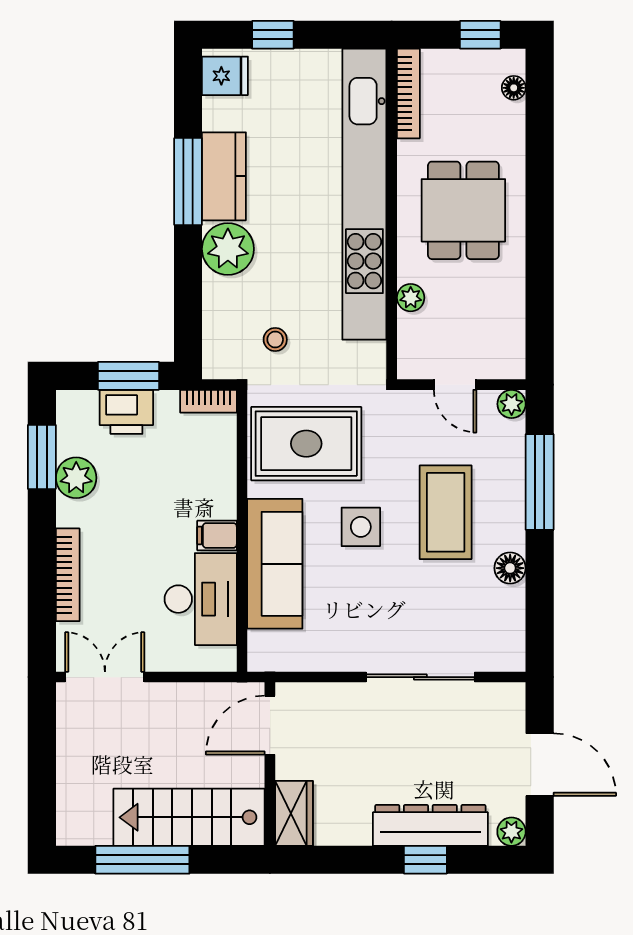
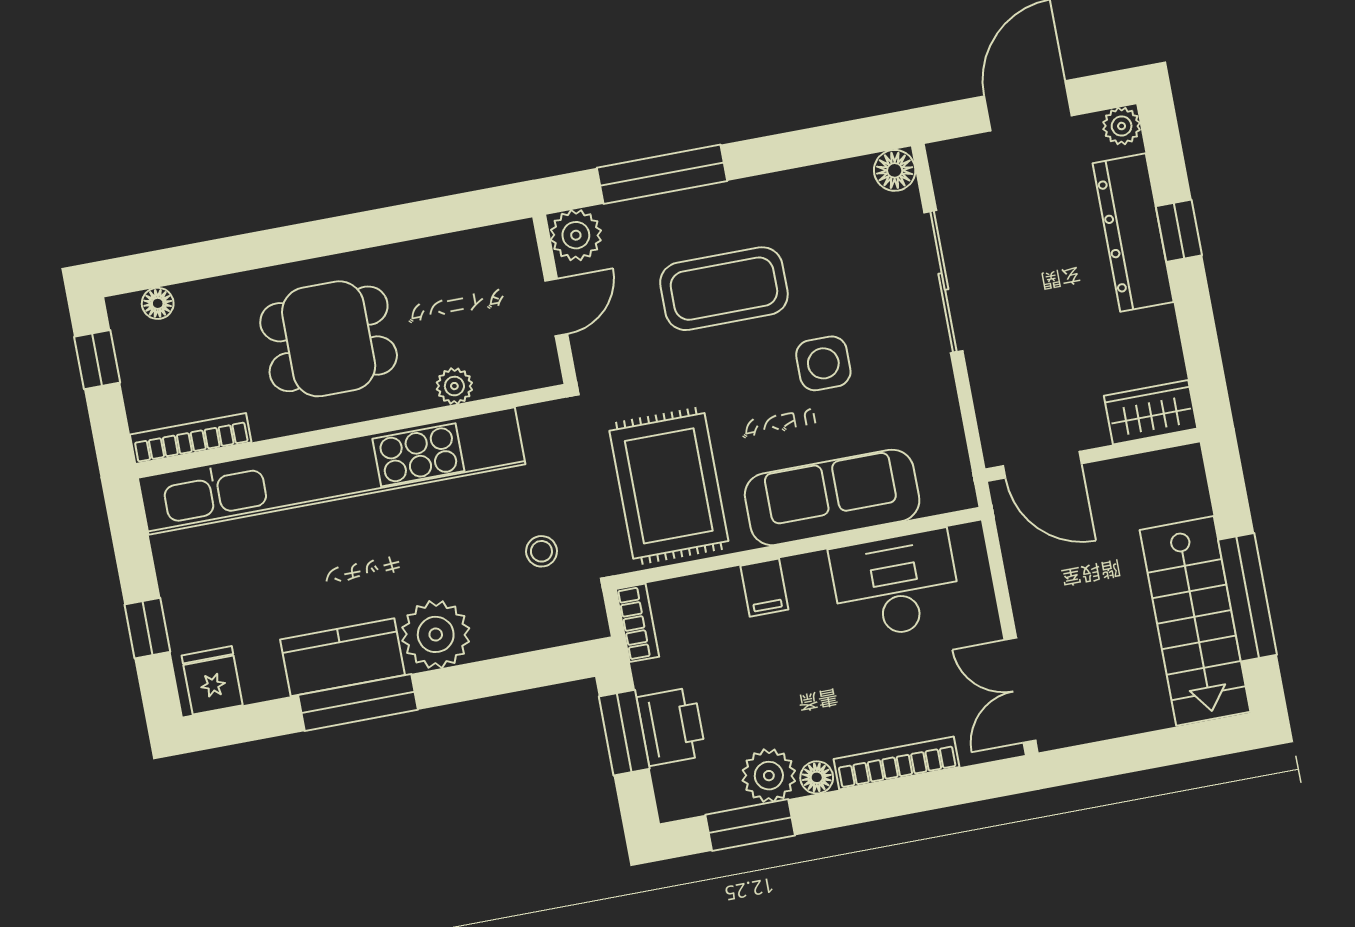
plant: (512, 404) -> (576, 235), width x1.38, depth x1.38
floor lamp: (68, 513) -> (817, 777), added
side table: (361, 527) -> (823, 363), moved
filing cabinet: (217, 535) -> (764, 588), moved
floor lamp: (510, 568) -> (895, 170), moved
stairs: (189, 817) -> (1195, 621), moved

